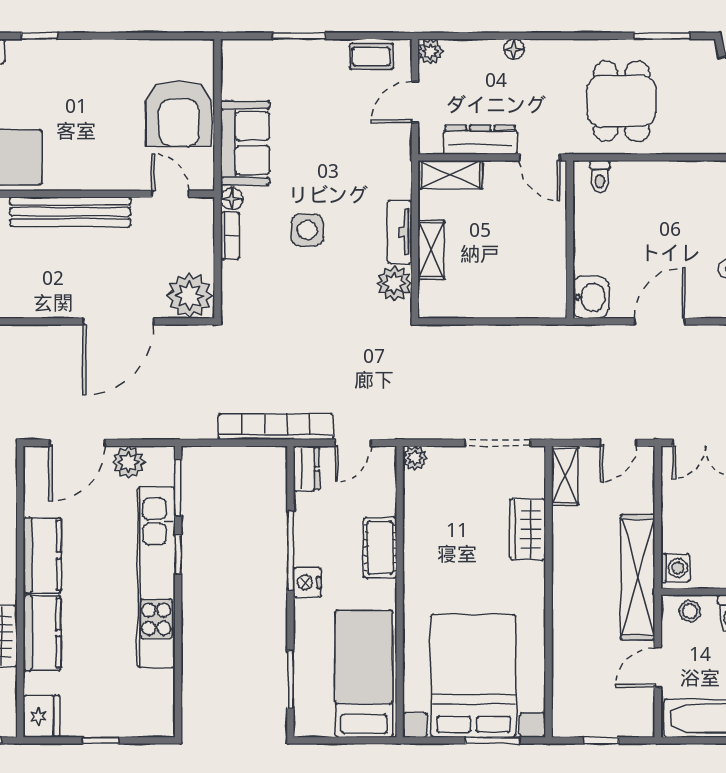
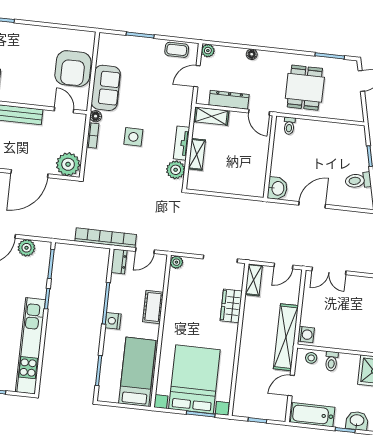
kitchen unit: (156, 577) -> (30, 346), moved

